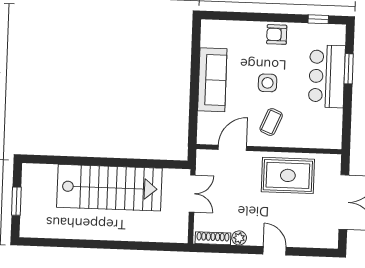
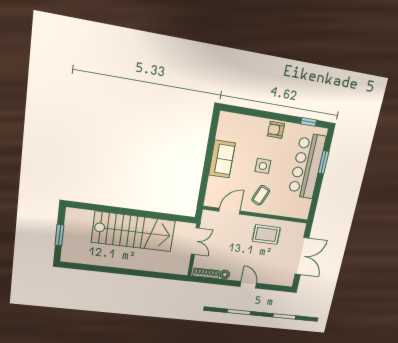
bar counter: (327, 76) -> (307, 166), width x1.36
sofa: (212, 80) -> (222, 159), width x0.73
rug: (288, 175) -> (266, 234), width x0.73, depth x0.70

